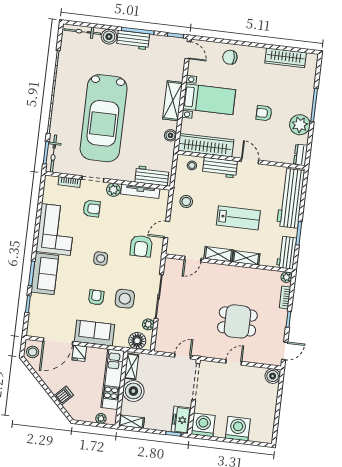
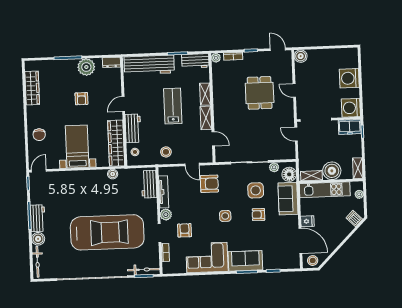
shelving: (173, 101) -> (83, 177), removed
sofa: (94, 333) -> (288, 199), moved
dishwasher: (64, 395) -> (354, 218), moved

